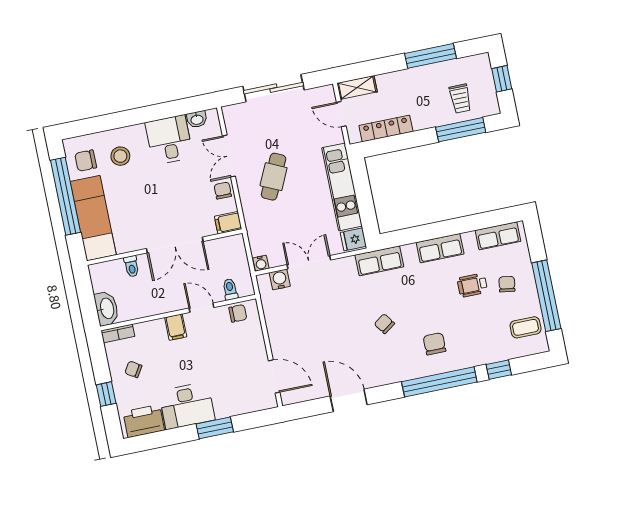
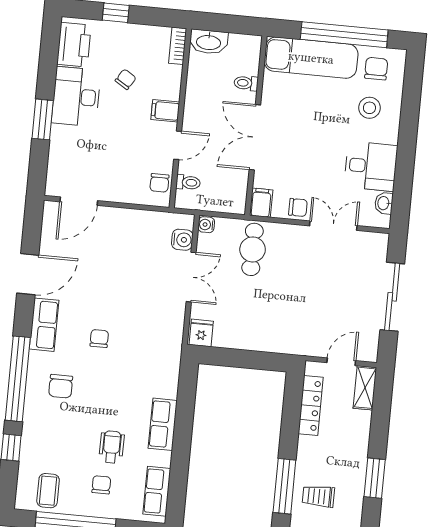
window: (431, 56) -> (375, 478), width x0.69
cafe table: (274, 177) -> (253, 249), moved, turned 65
kitchen unit: (342, 187) -> (262, 338), removed
row of seats: (379, 261) -> (44, 325), moved, turned 180
chair: (507, 284) -> (101, 485), turned -98
chair: (384, 324) -> (99, 339), turned -55
chair: (434, 344) -> (61, 386), turned 90
chair: (133, 369) -> (126, 79), moved

